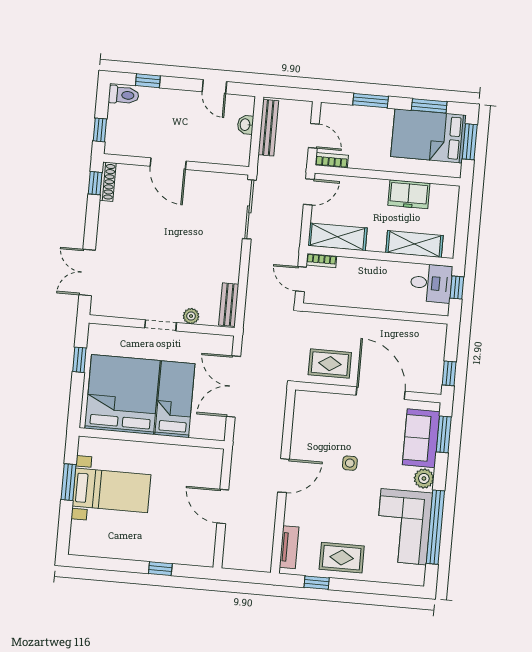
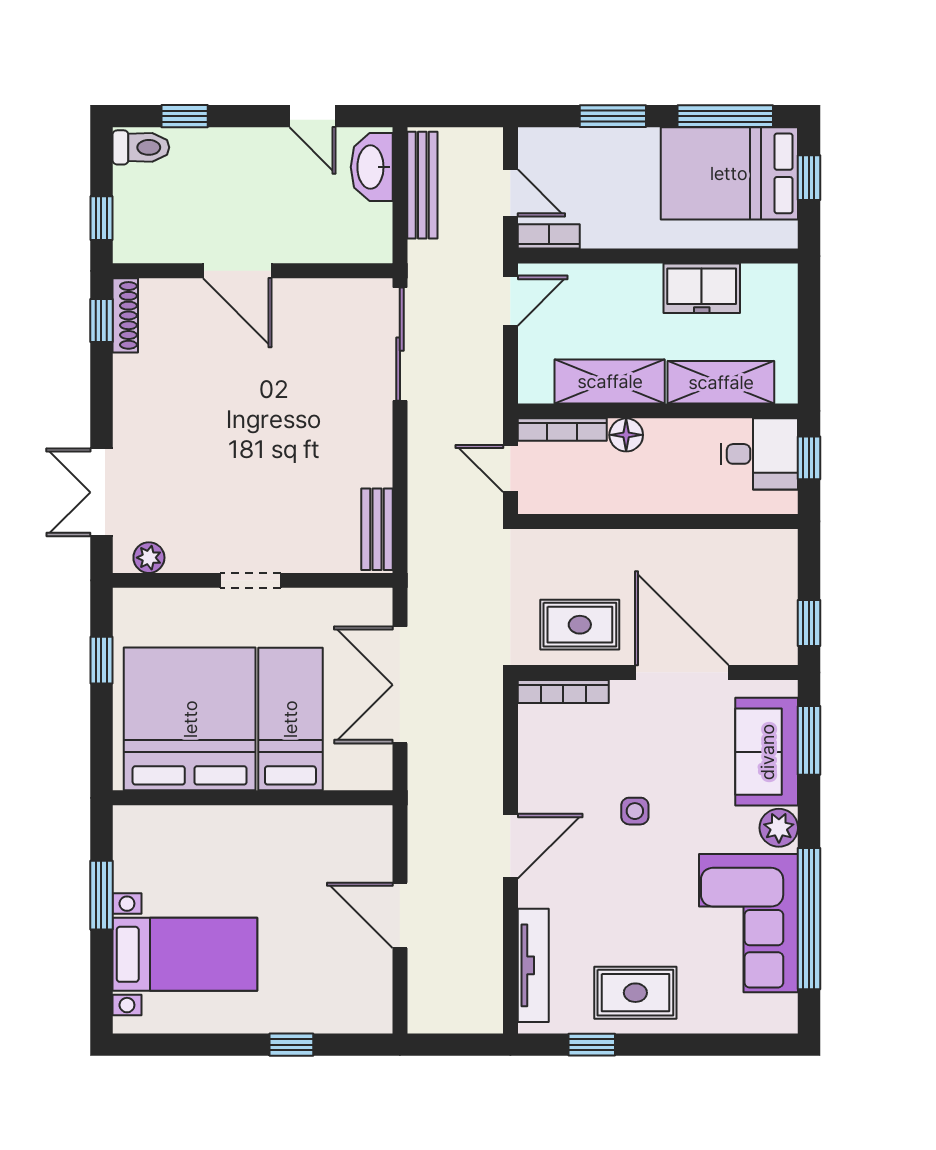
window: (429, 106) -> (725, 116), width x1.44
washbasin: (245, 125) -> (372, 167), width x1.91, depth x1.45
window: (470, 142) -> (809, 178), width x0.67
shelving: (338, 237) -> (610, 381), moved
bookcase: (321, 261) -> (562, 430), width x1.56
floor lamp: (363, 267) -> (626, 435), added
plant: (191, 316) -> (149, 558), moved
bookcase: (318, 398) -> (563, 691), added
bed with nightstands: (111, 490) -> (185, 954), moved
tv unit: (289, 547) -> (533, 965), width x1.41

